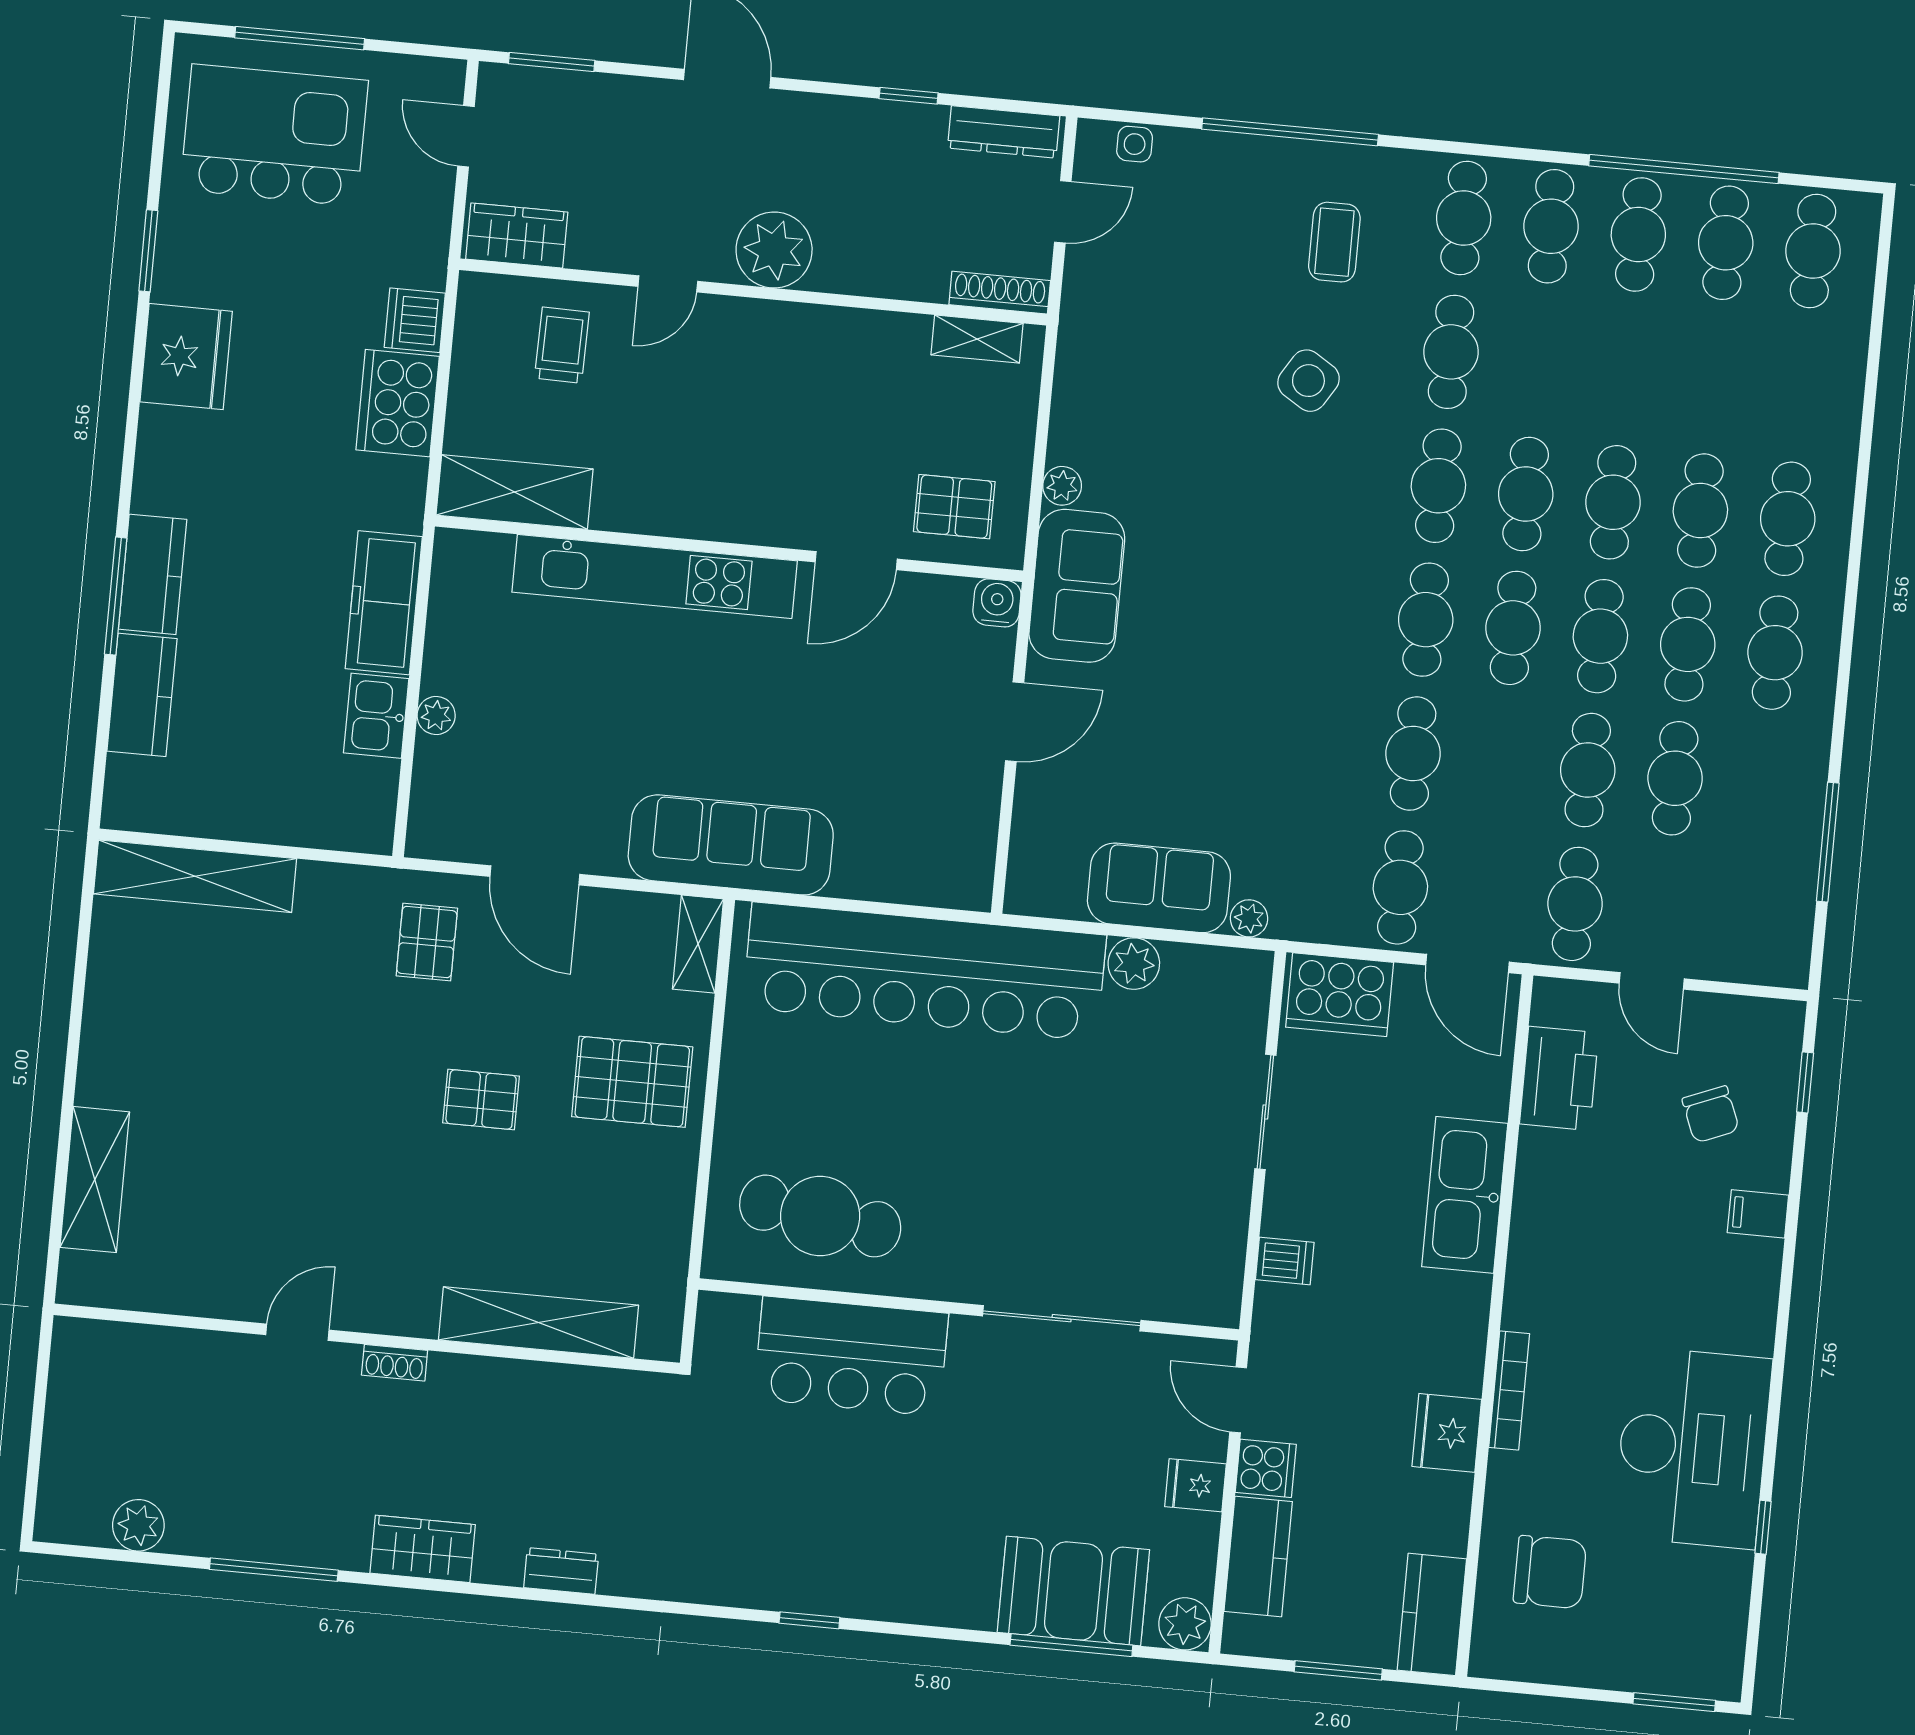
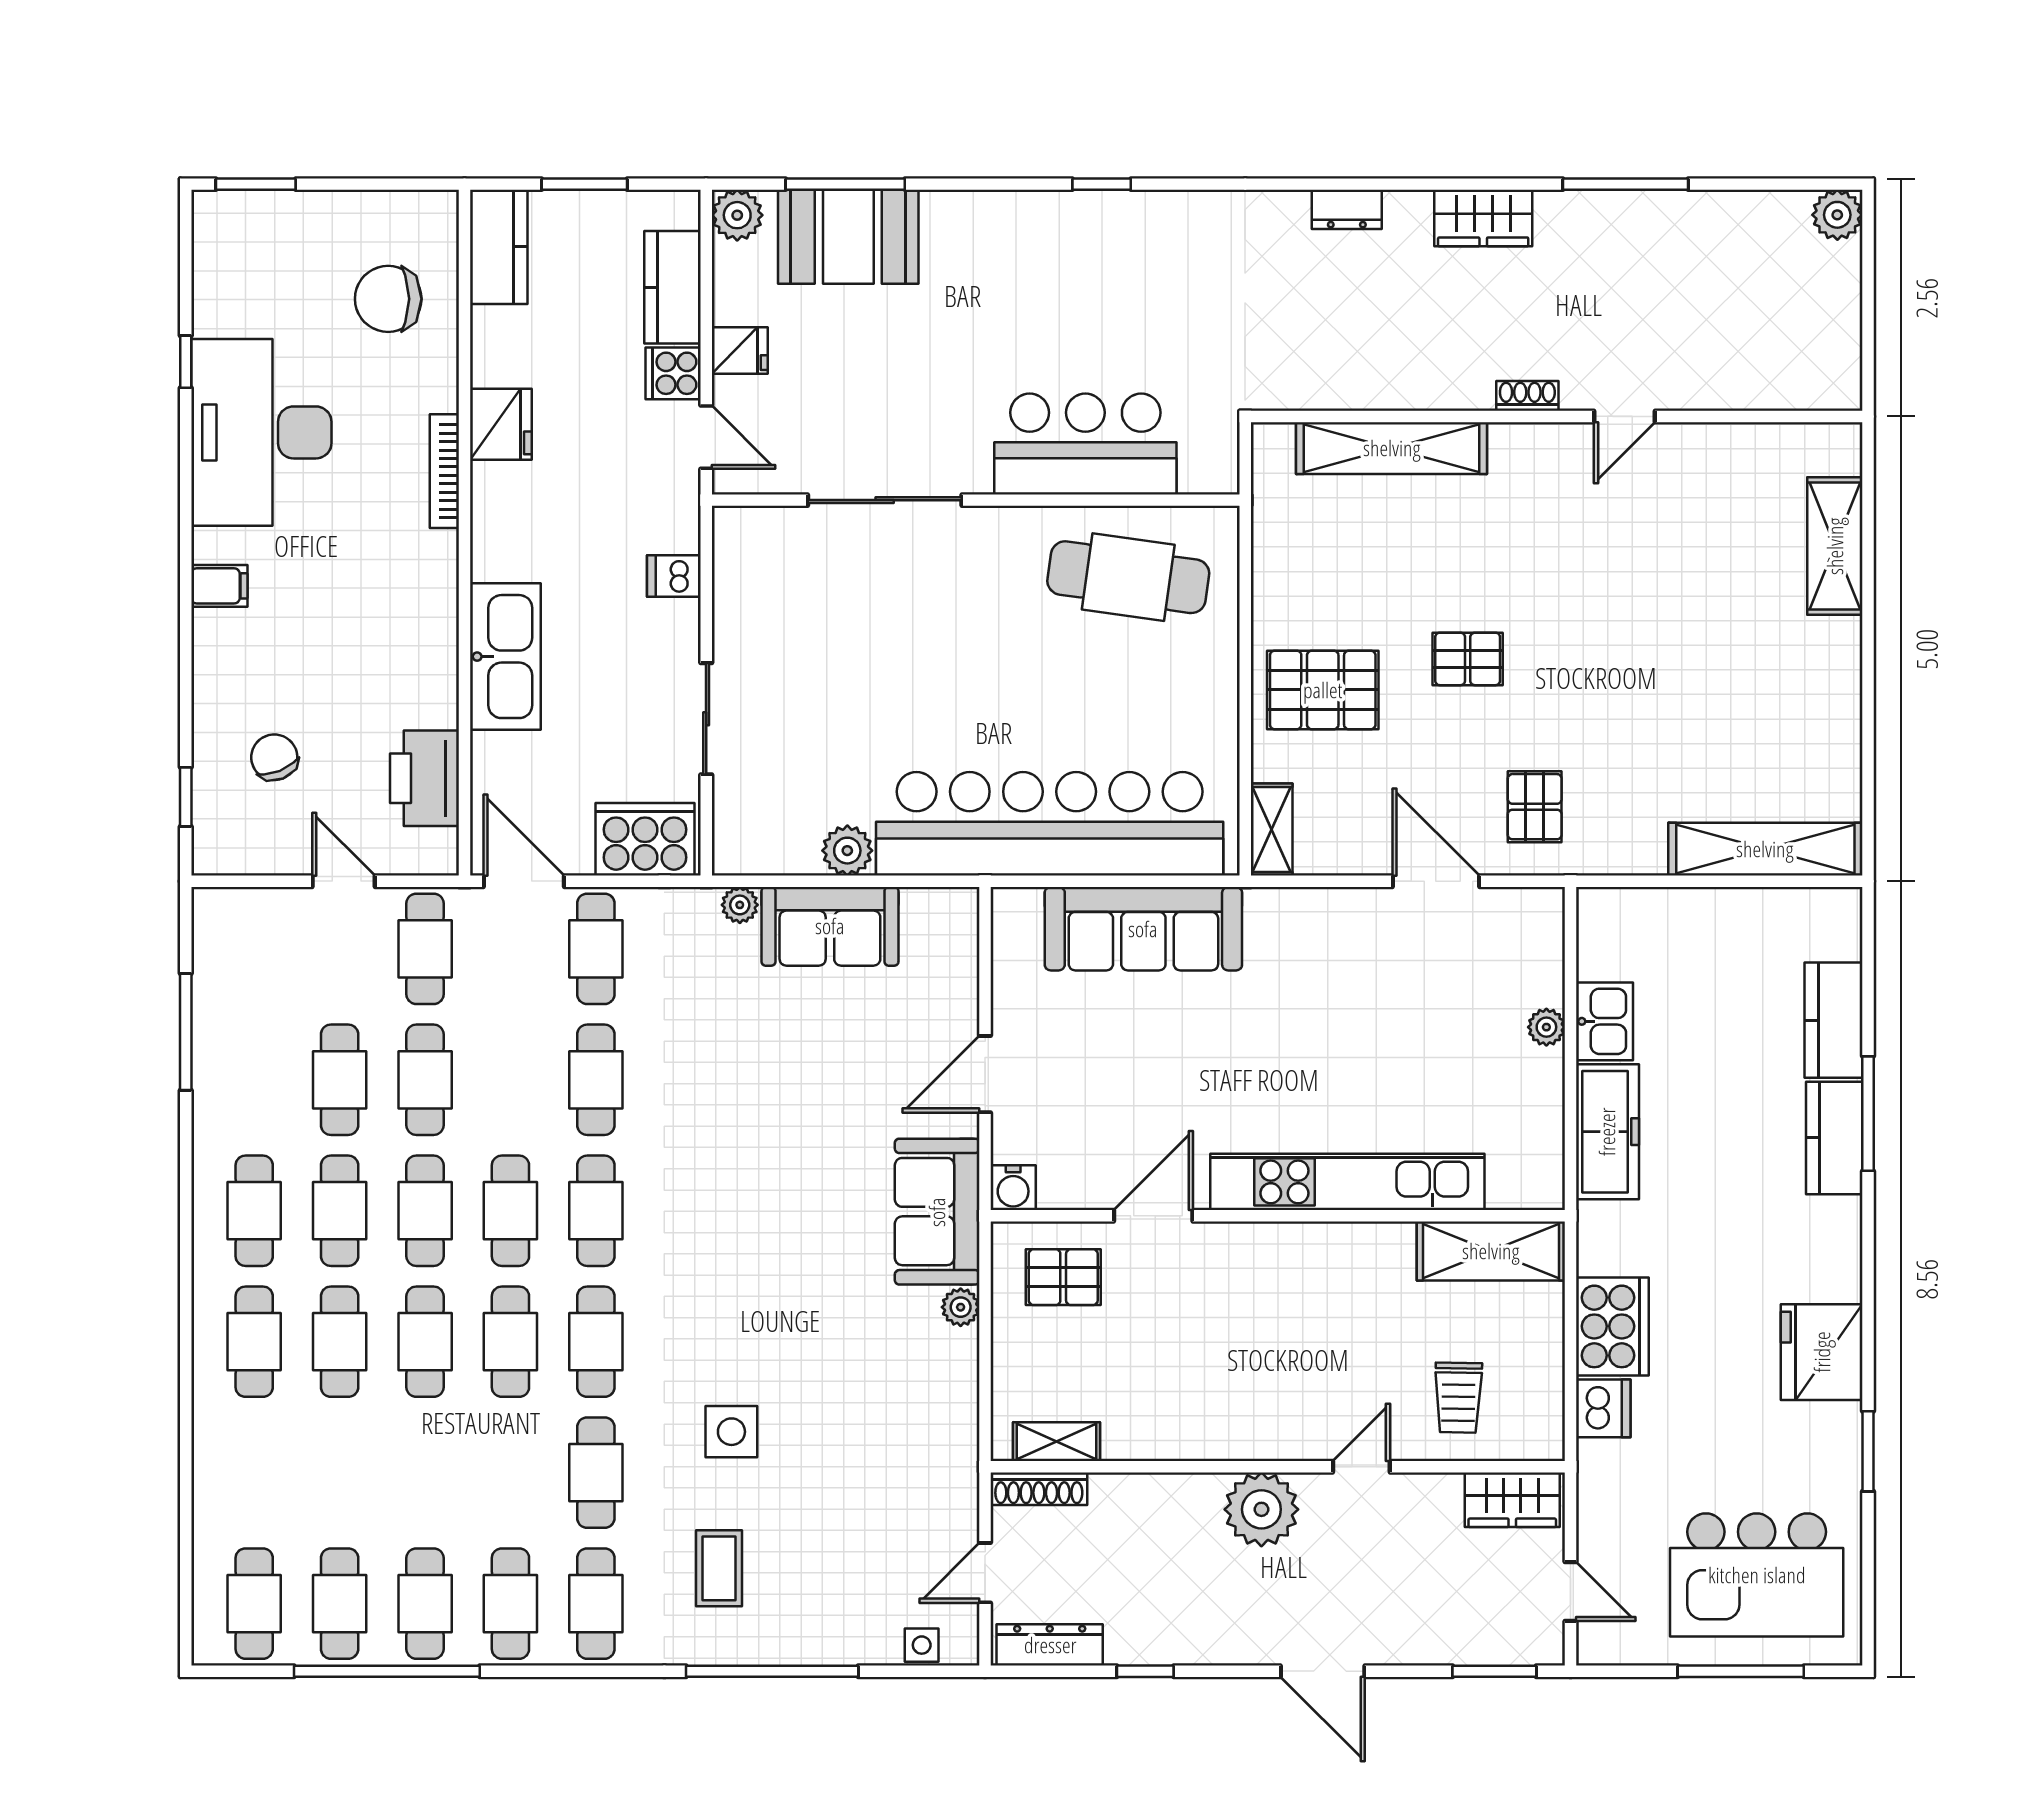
side table: (1308, 381) -> (731, 1432), turned -32
sofa: (731, 845) -> (1143, 929), moved
filing cabinet: (1758, 1214) -> (219, 586), moved
plant: (138, 1525) -> (1837, 215), moved

